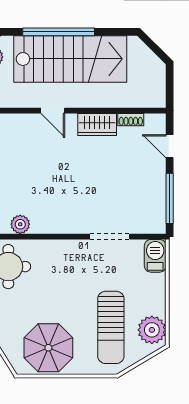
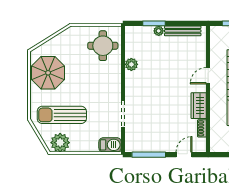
plant: (20, 224) -> (131, 64), moved

